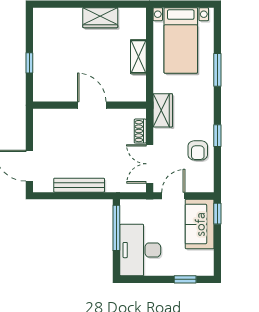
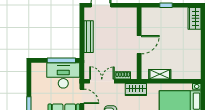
wardrobe: (100, 18) -> (195, 18), moved
shelving: (138, 57) -> (160, 74), moved
desk: (140, 250) -> (63, 75), moved

